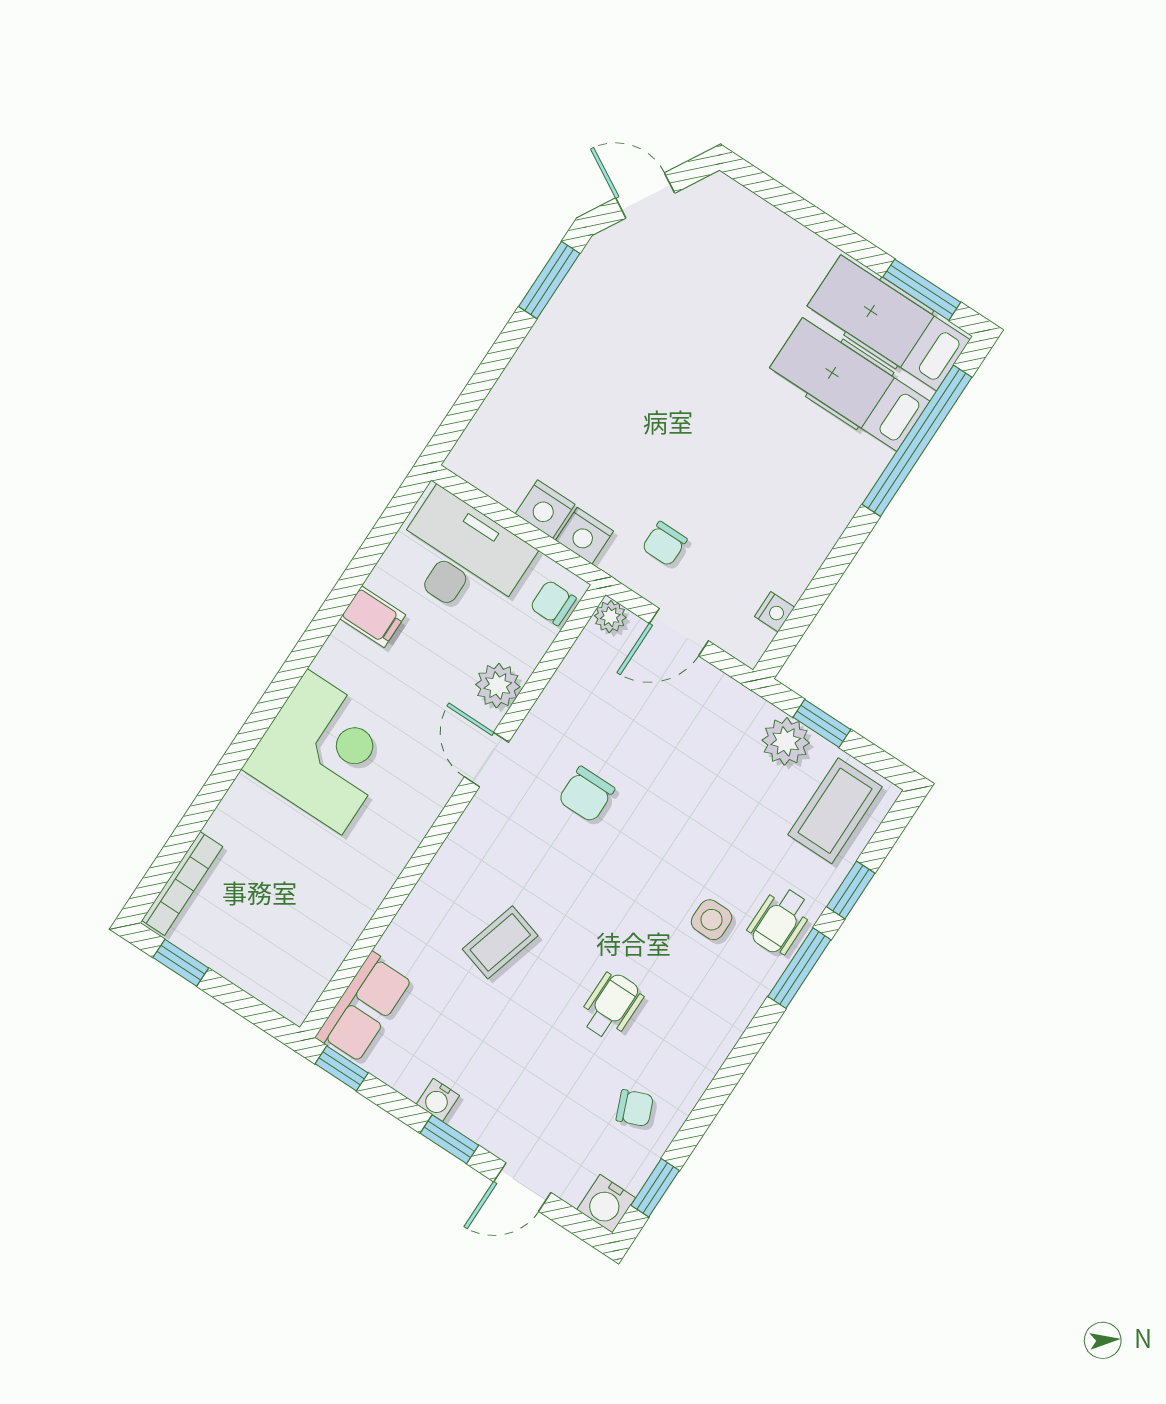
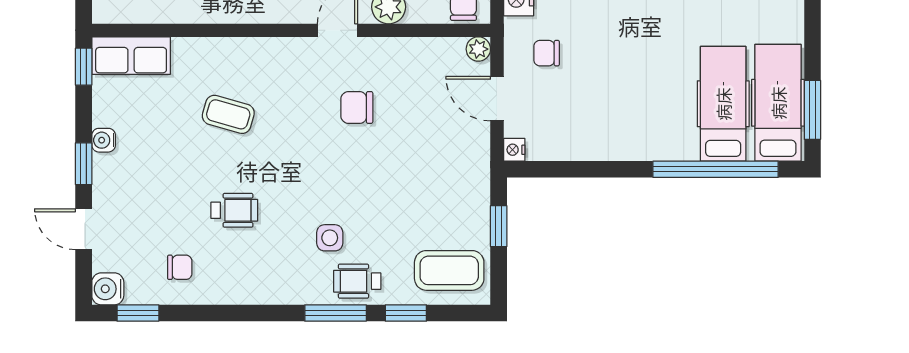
nightstand: (775, 612) -> (514, 150), moved, turned 90
plant: (786, 741) -> (472, 211), removed
chair: (635, 1108) -> (180, 267), turned -68

